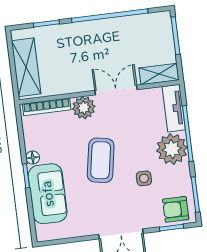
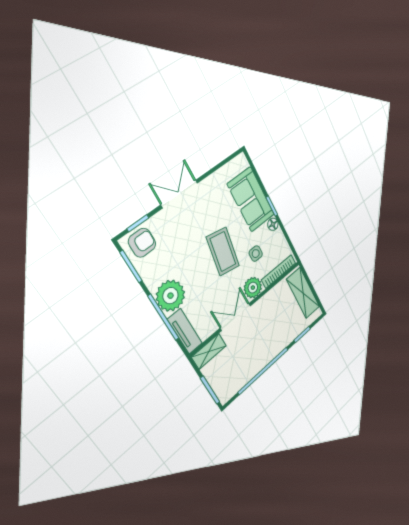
double door: (116, 90) -> (235, 317), swing flipped
side table: (144, 178) -> (256, 254), moved

